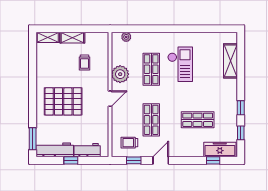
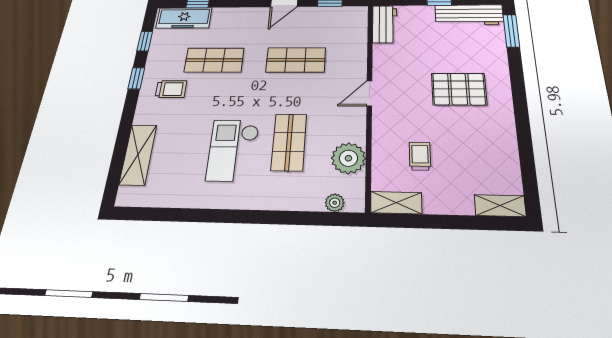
shelving: (72, 38) -> (396, 203), moved
plant: (120, 74) -> (348, 158), moved
pallet: (63, 101) -> (459, 89), width x0.73, depth x0.71
shop shelf: (151, 120) -> (296, 60), turned 90
trolley: (129, 143) -> (171, 89), moved
workbench: (87, 150) -> (385, 24), moved, turned -90

